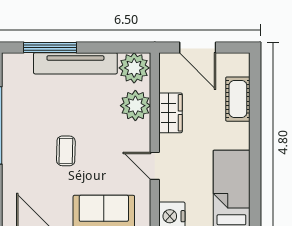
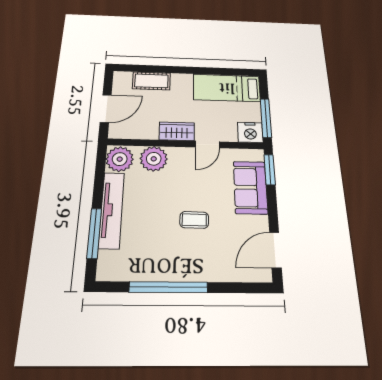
wardrobe: (171, 113) -> (177, 131), moved

